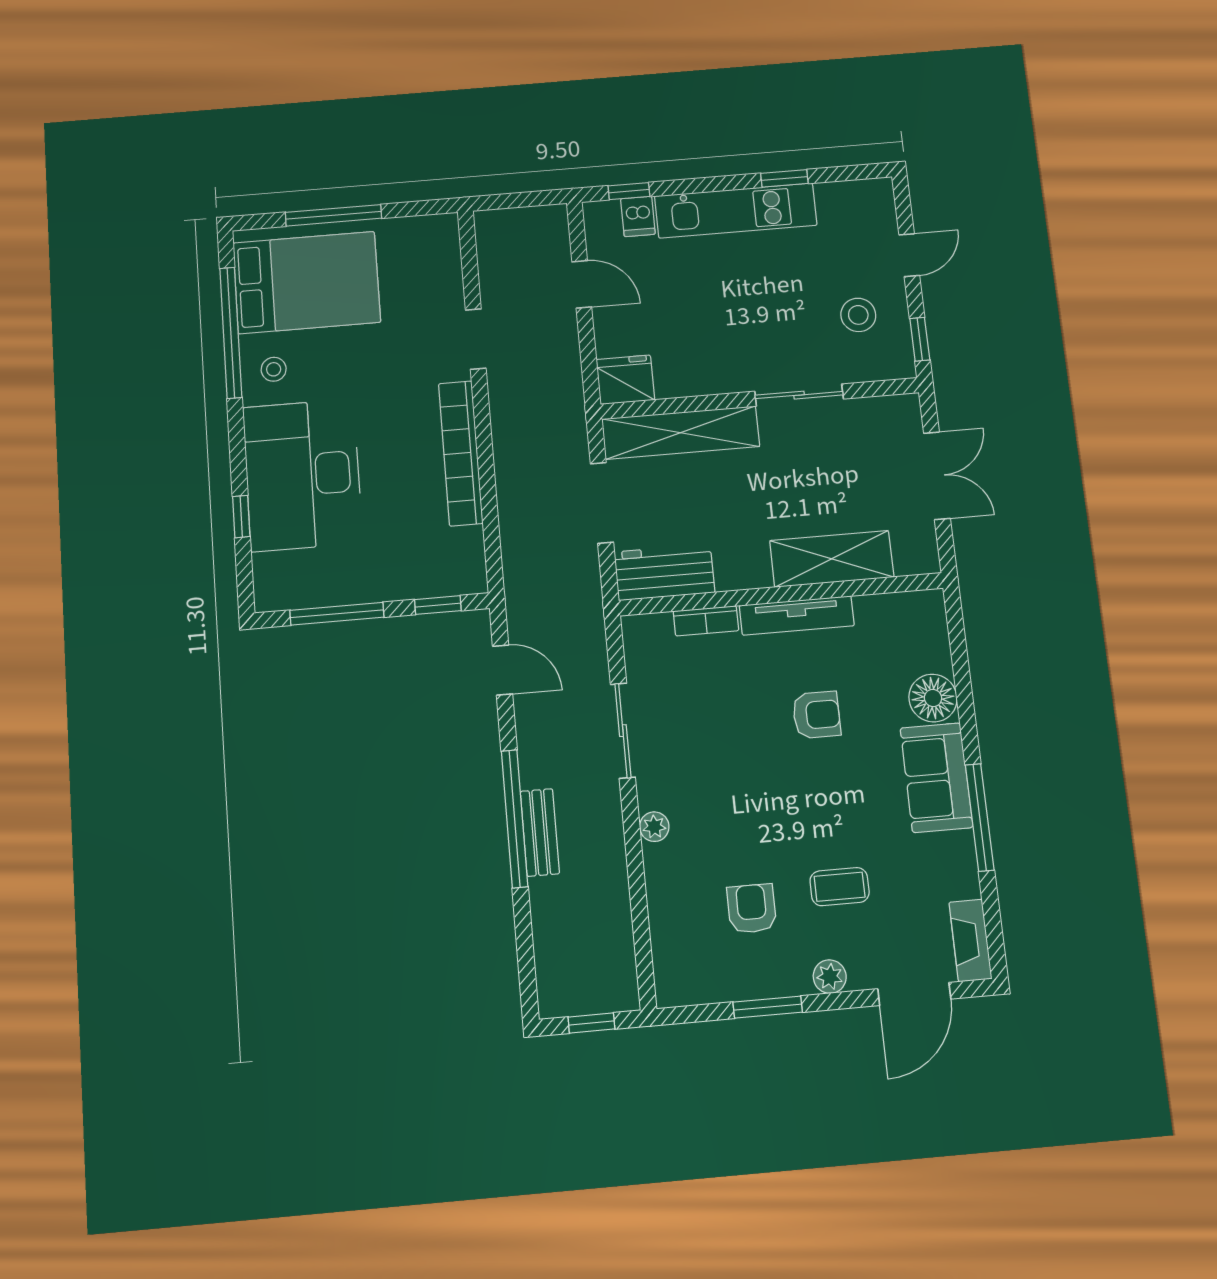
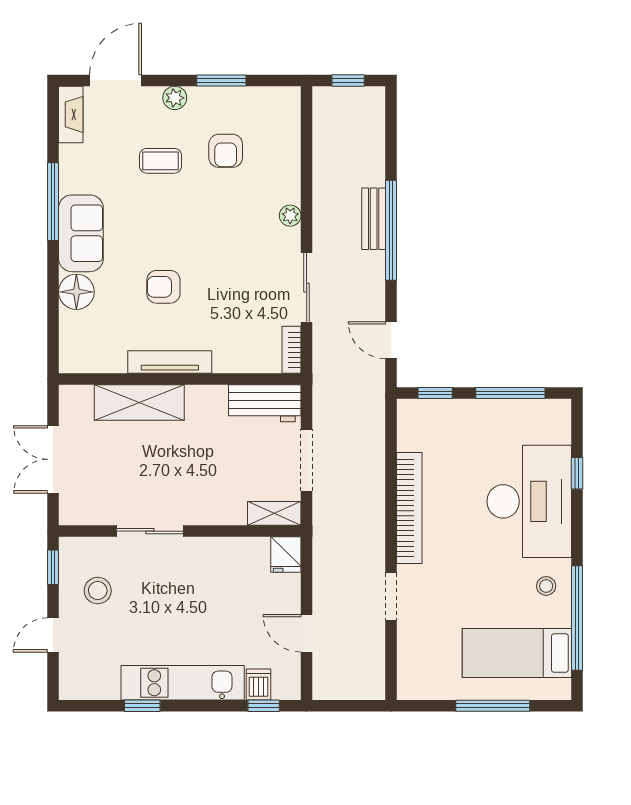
bed: (307, 283) -> (517, 653), width x0.67
fridge: (625, 380) -> (286, 555), width x0.72
shelving: (681, 433) -> (274, 513), width x0.45, depth x0.75
bookcase: (706, 621) -> (291, 350), moved, turned -90

